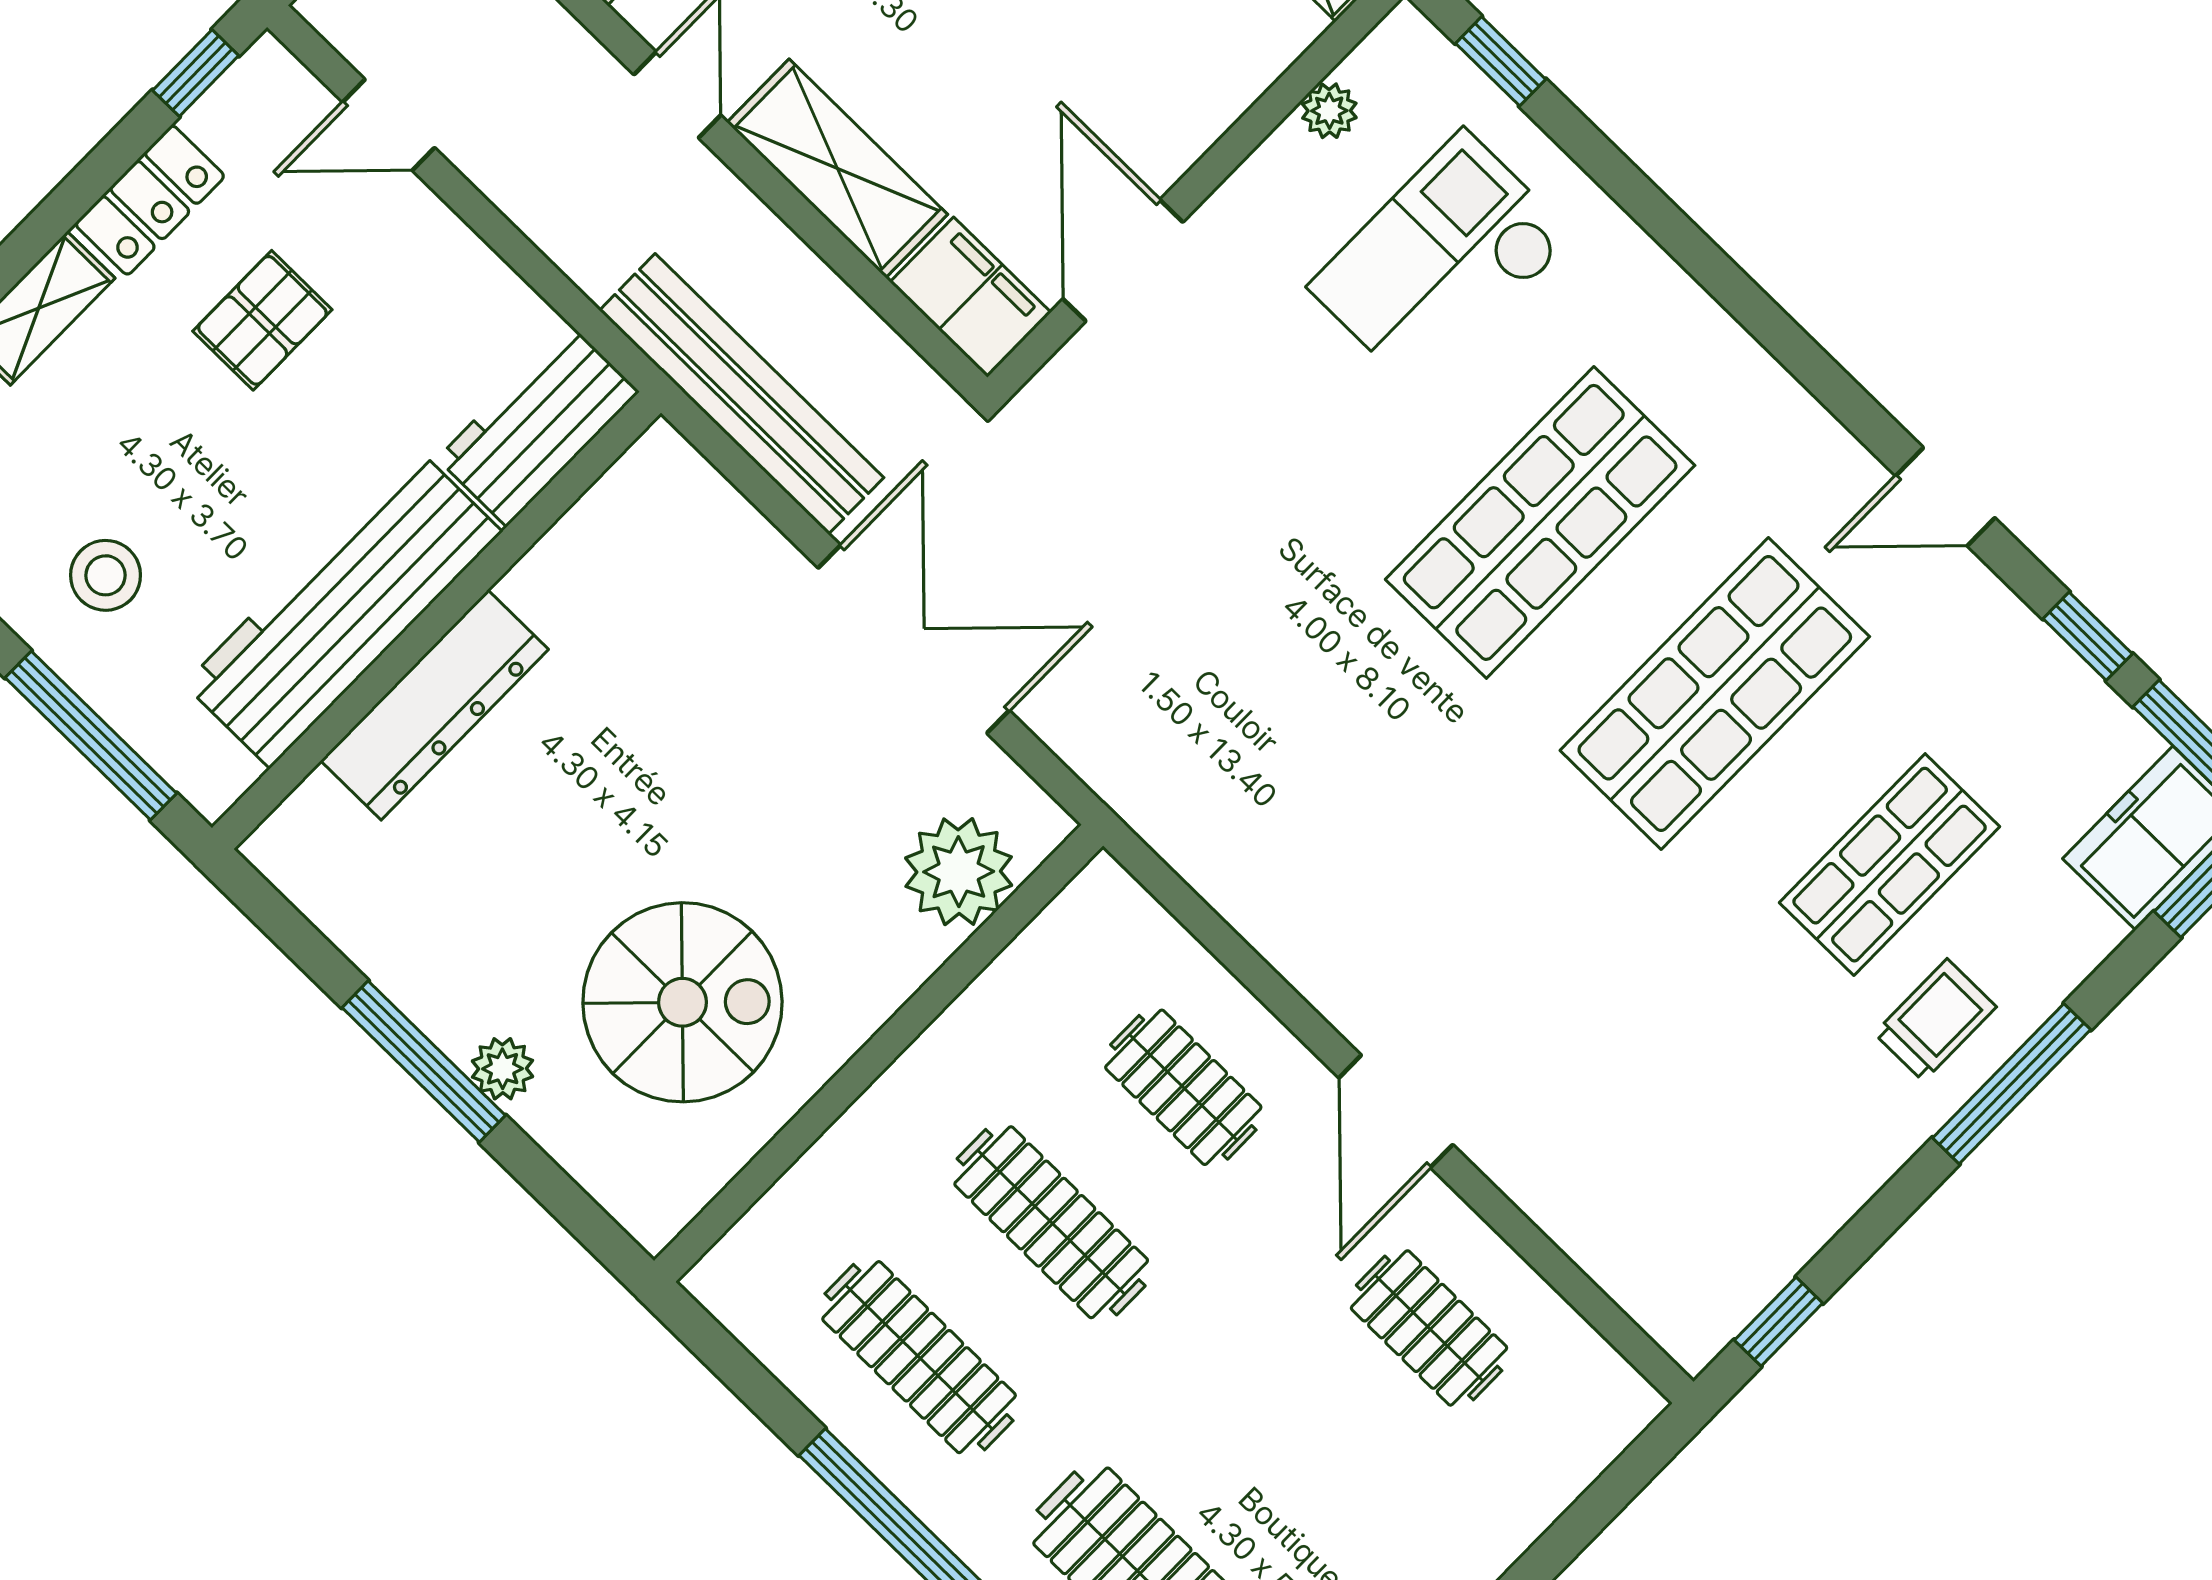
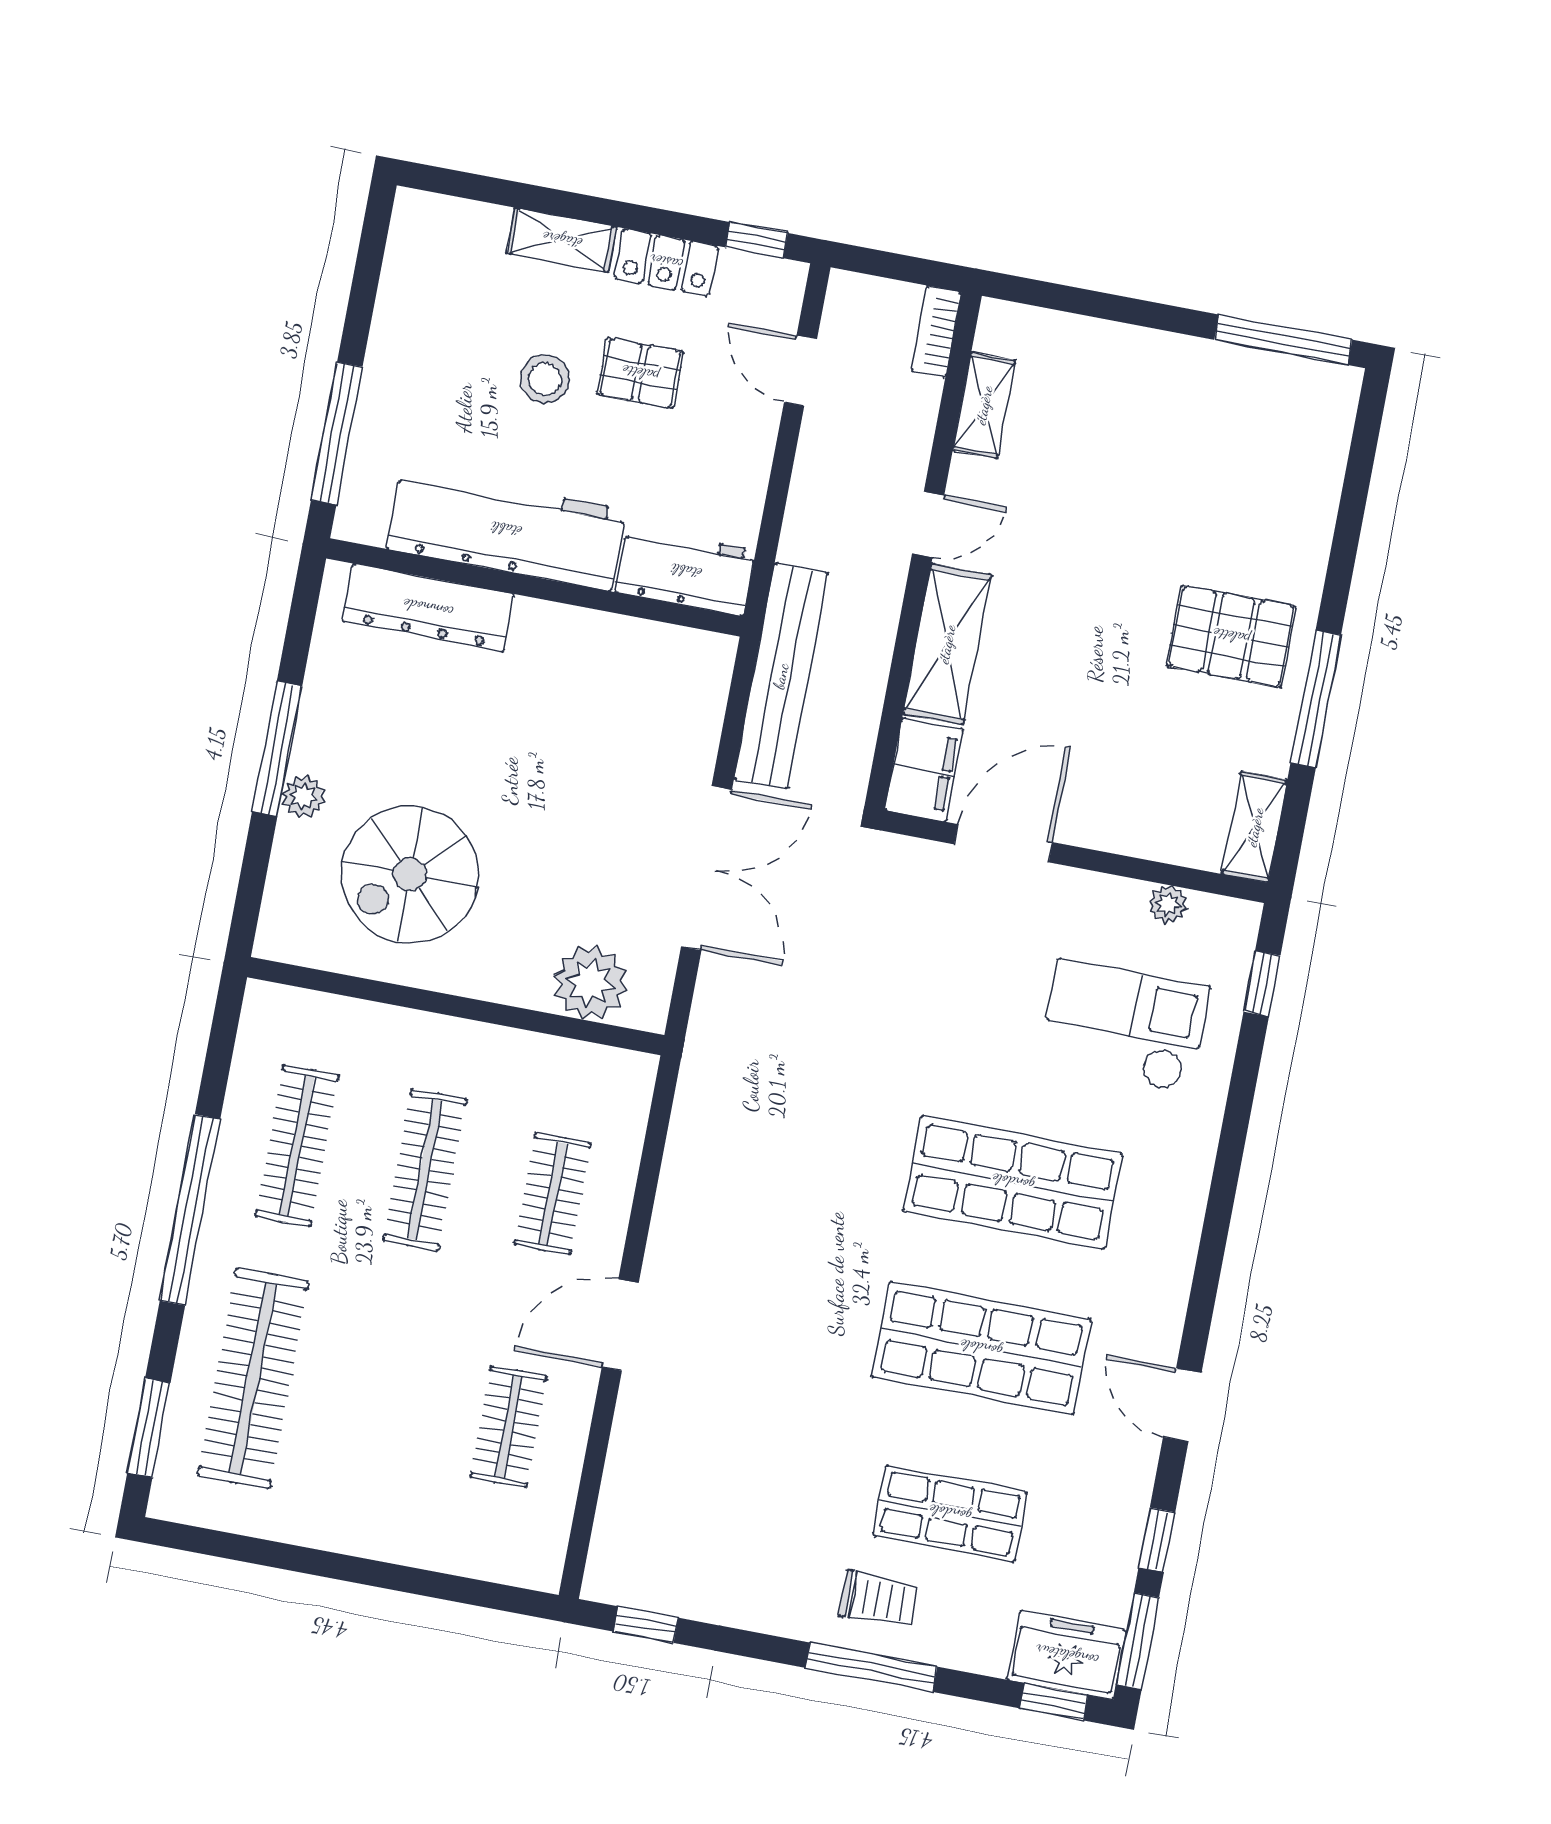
stool: (106, 575) -> (545, 379), moved
dresser: (434, 705) -> (428, 608), moved
spiral stairs: (682, 1002) -> (410, 874), turned 90

